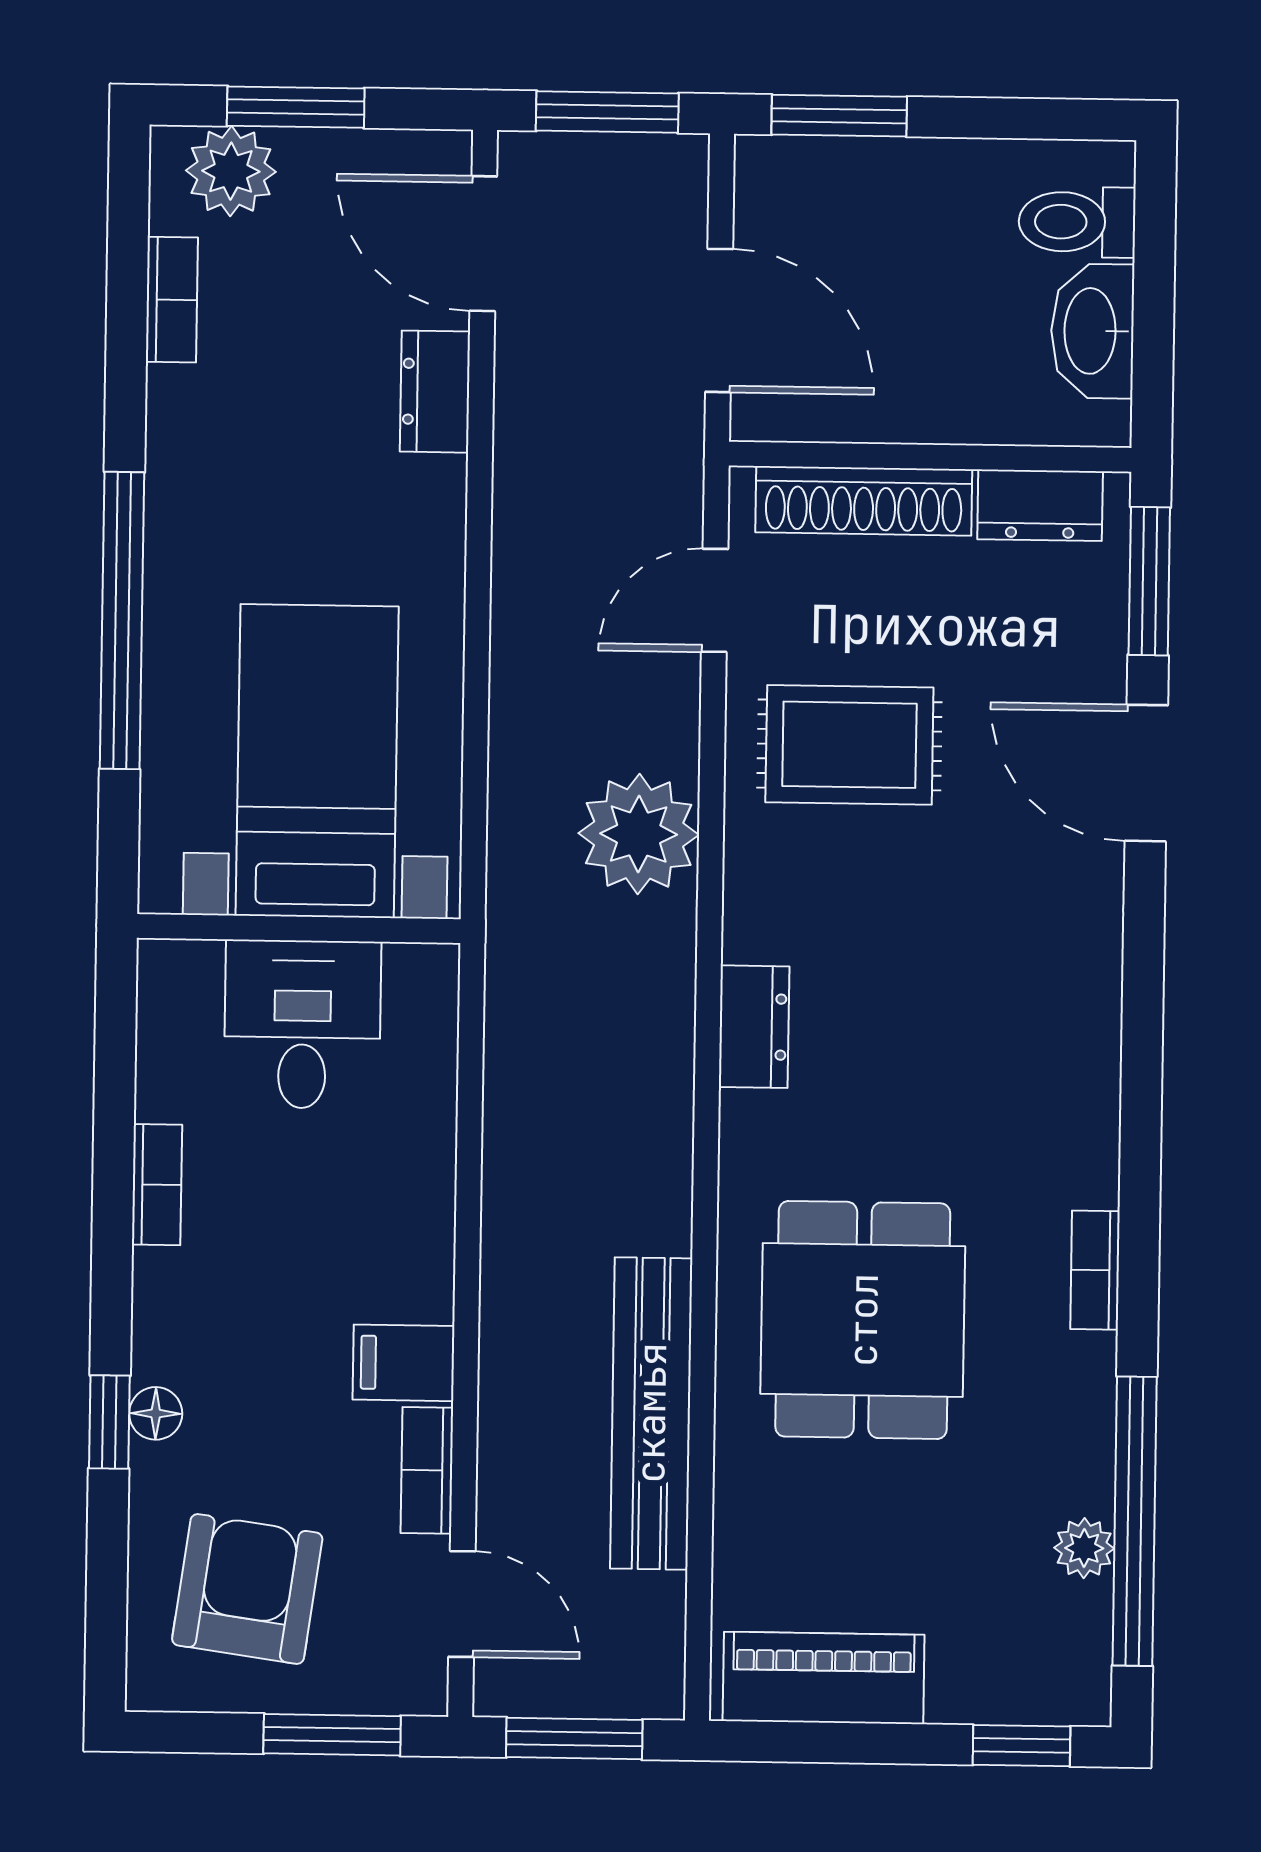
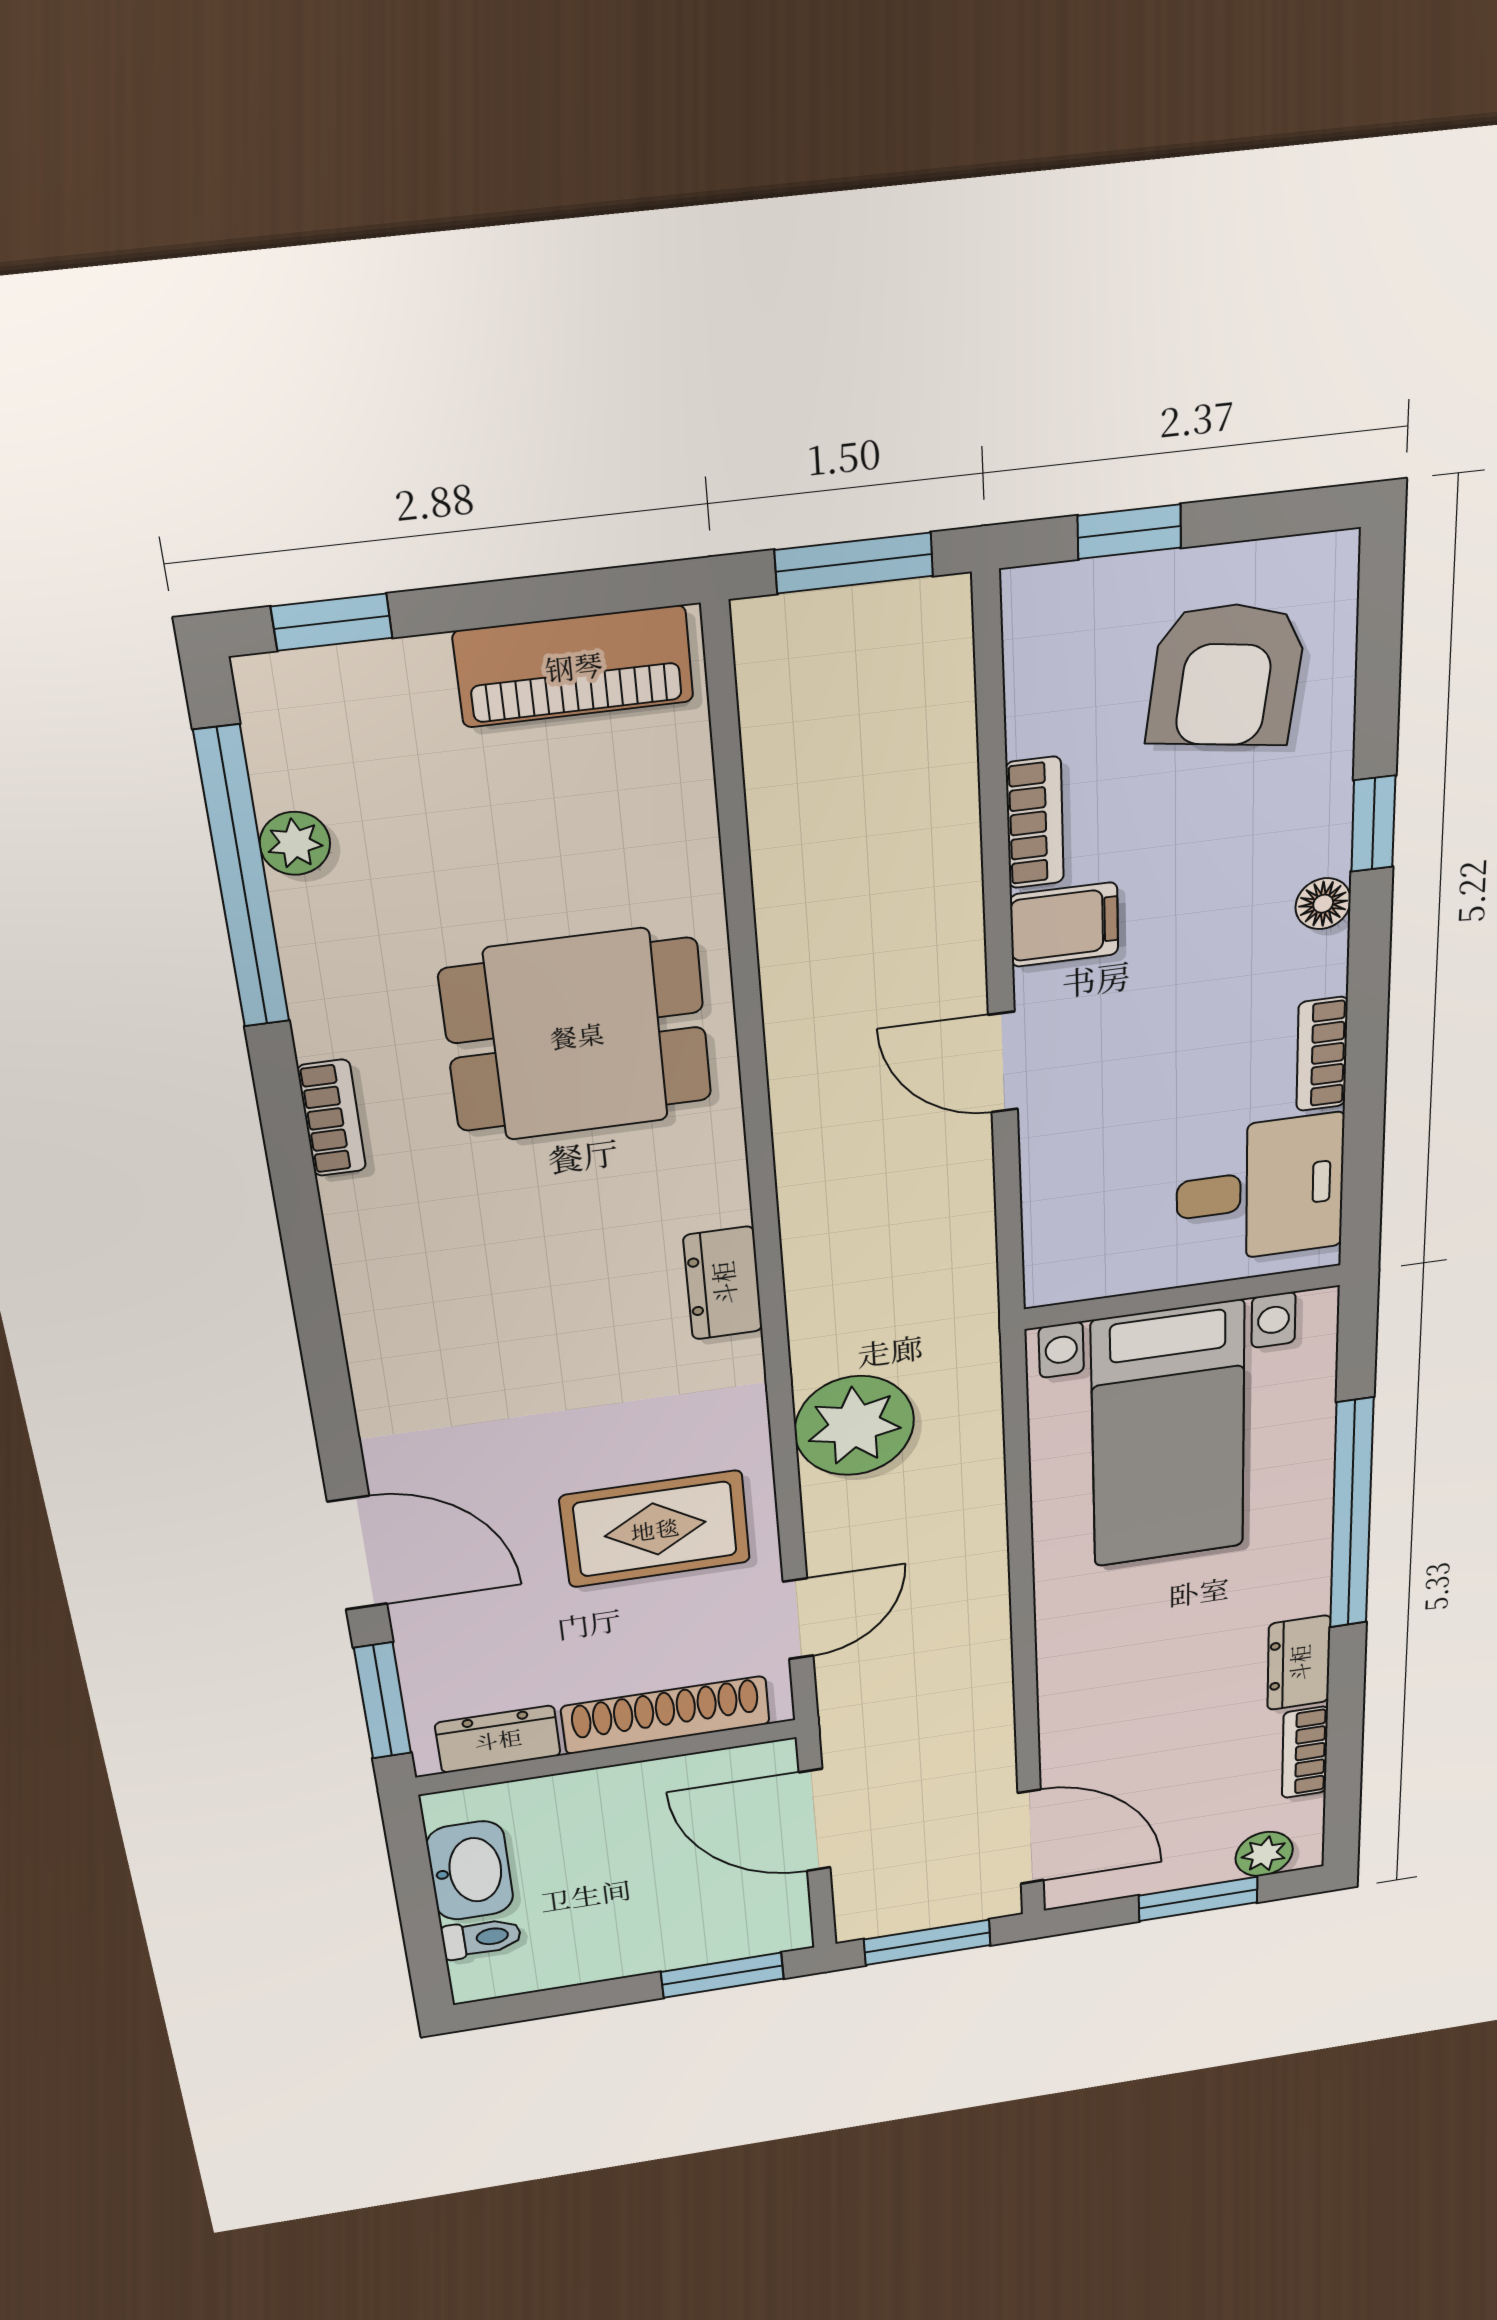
plant: (231, 171) -> (1264, 1854), width x0.73, depth x0.73
toilet: (1077, 222) -> (481, 1938), width x0.73, depth x0.72
dresser: (435, 392) -> (1299, 1663), moved, turned 180
desk: (302, 1024) -> (1260, 1190), moved, turned -90
dining table: (863, 1320) -> (577, 1035), turned 90
floor lamp: (156, 1413) -> (1323, 904), moved
bench: (651, 1413) -> (796, 913), removed
door: (462, 1604) -> (1003, 1062), moved
window: (332, 1735) -> (1129, 532), width x0.67

